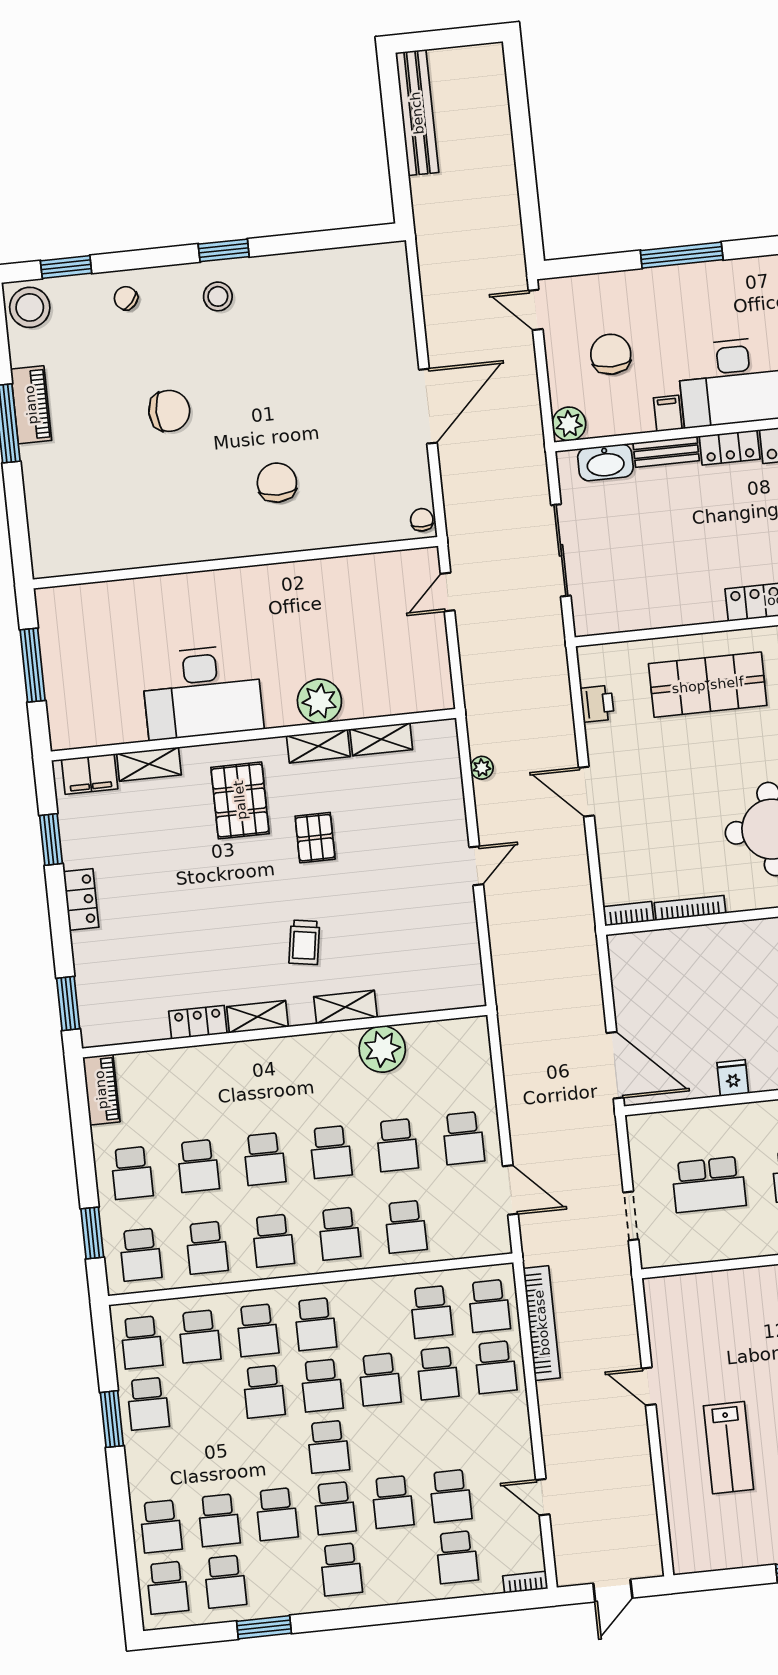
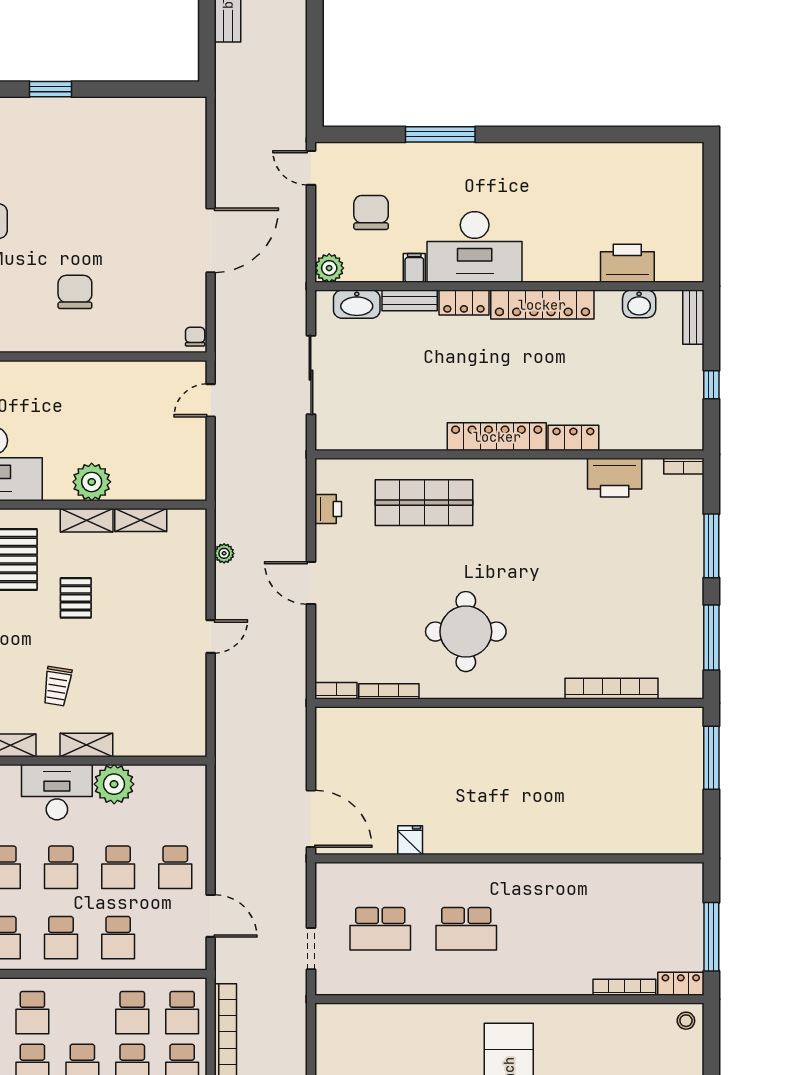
stool: (218, 296) -> (41, 128), removed
desk: (317, 1065) -> (57, 792), added

